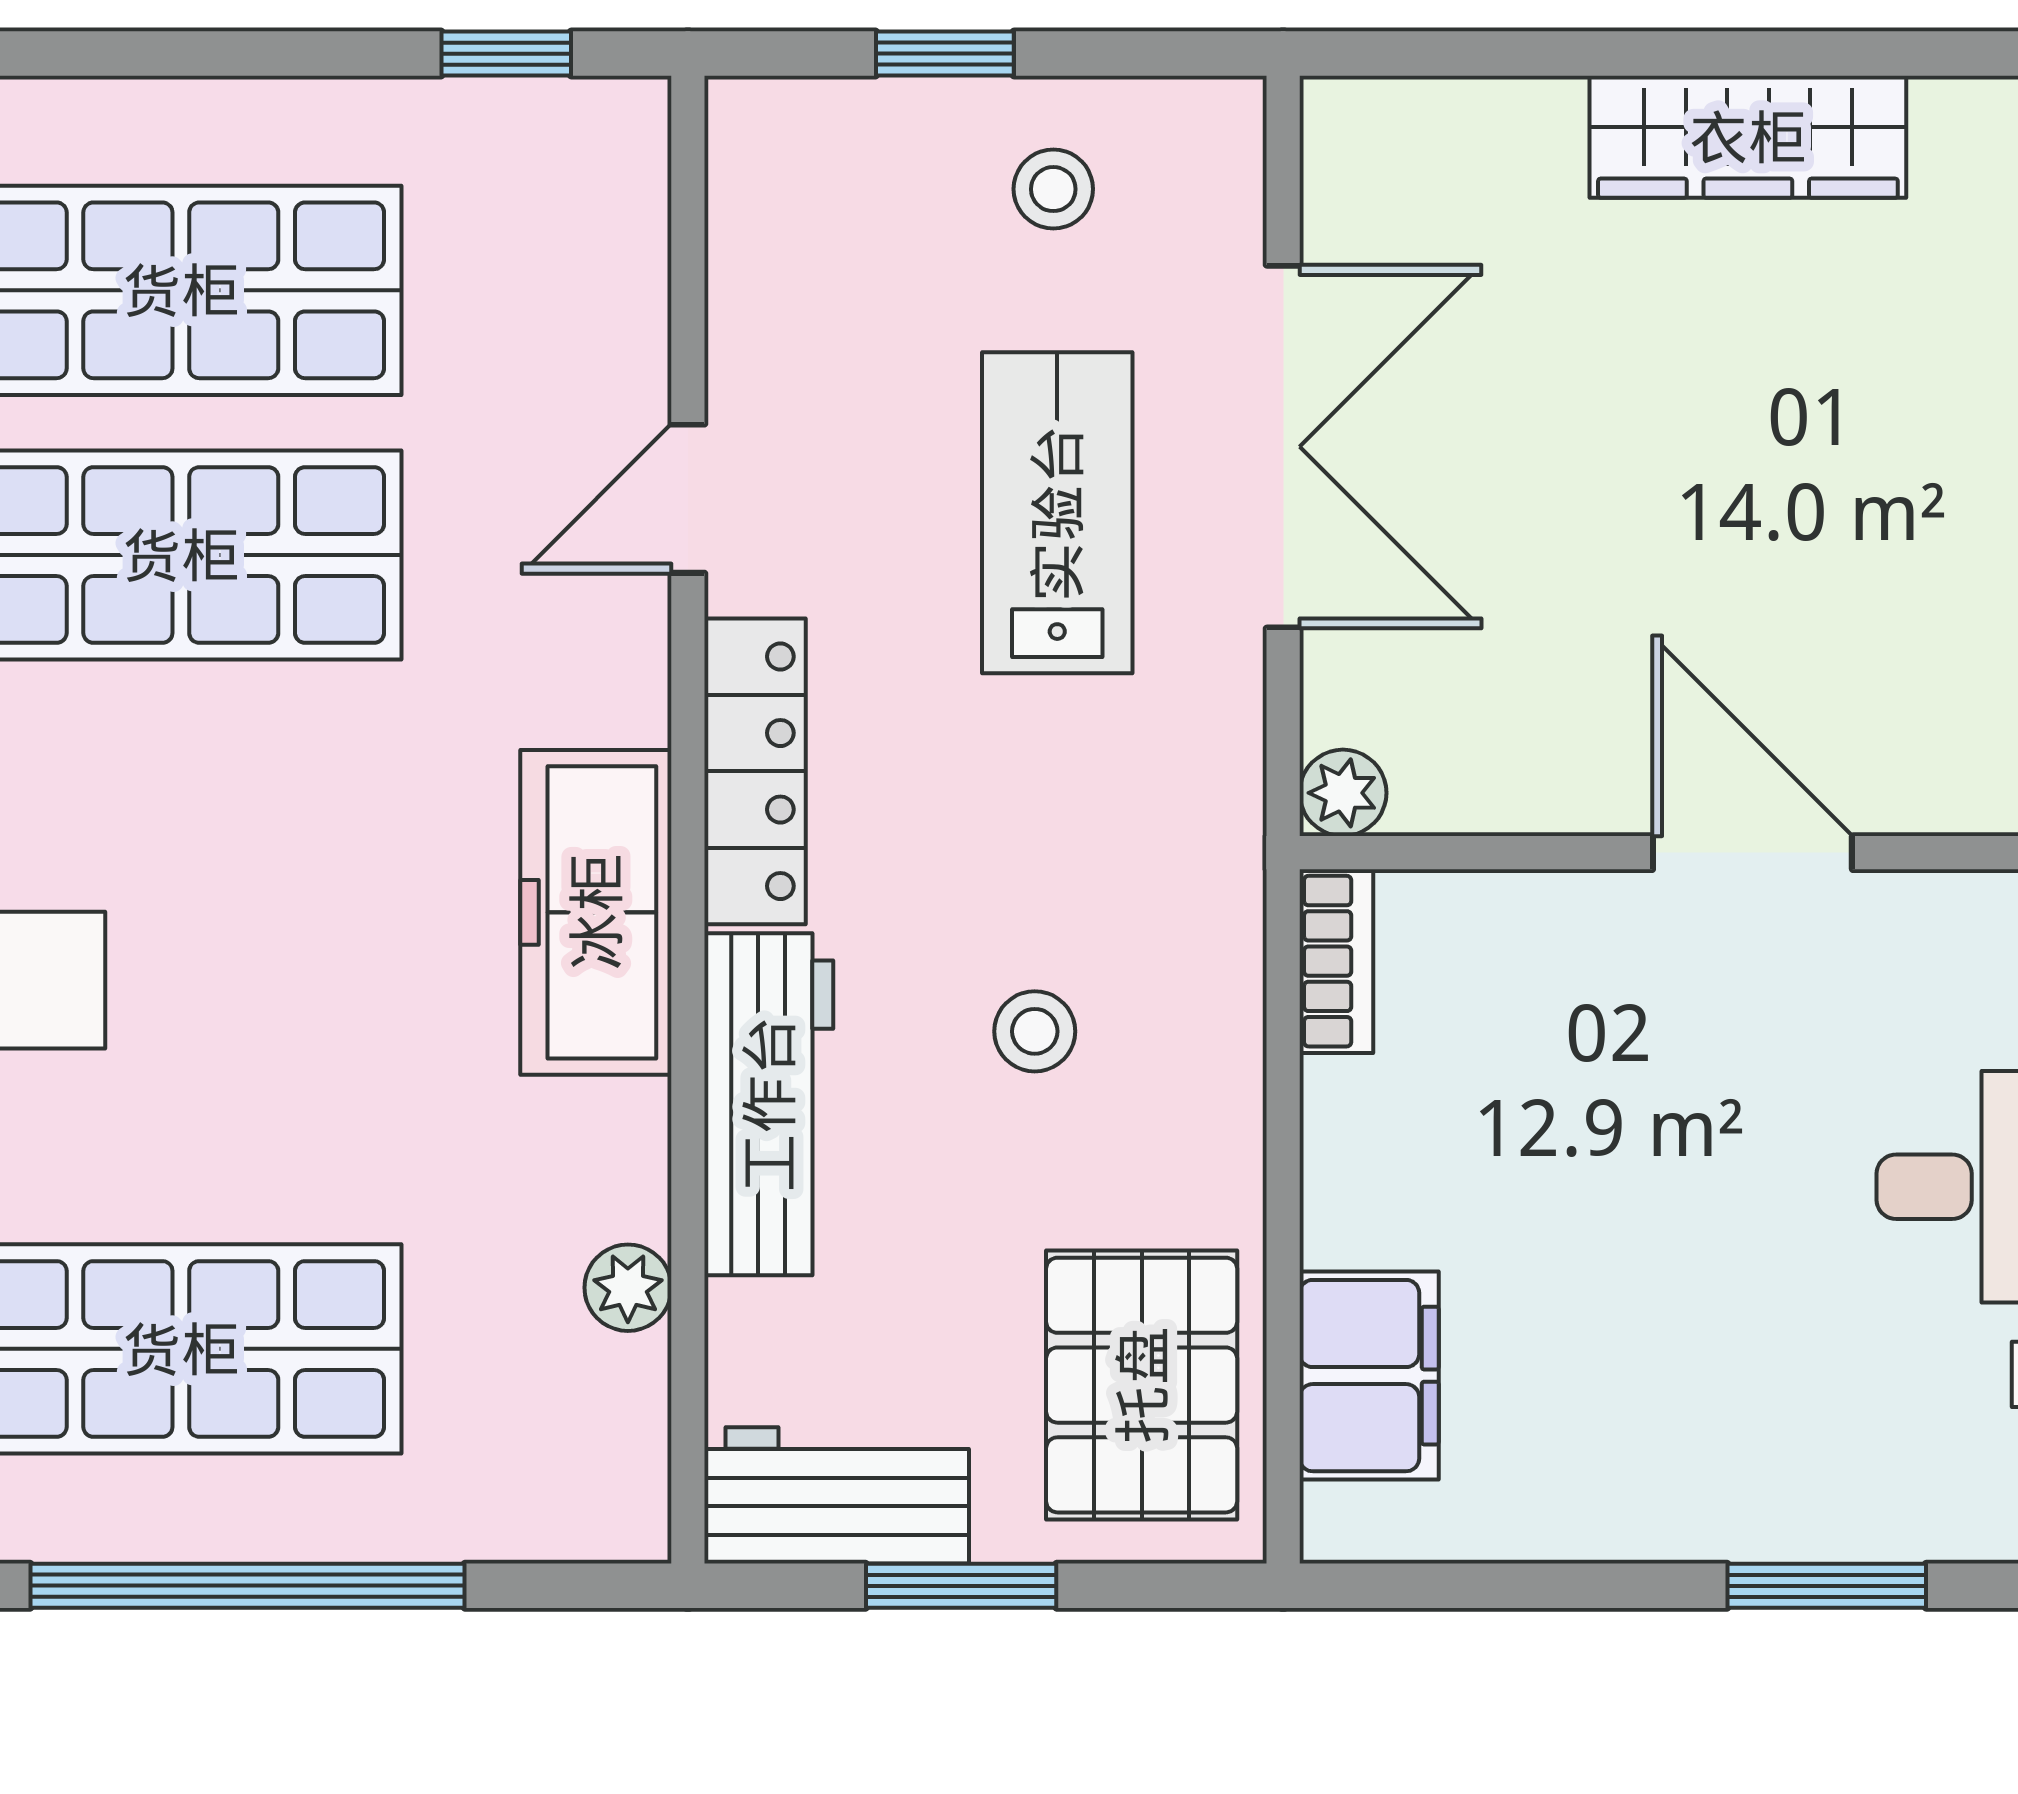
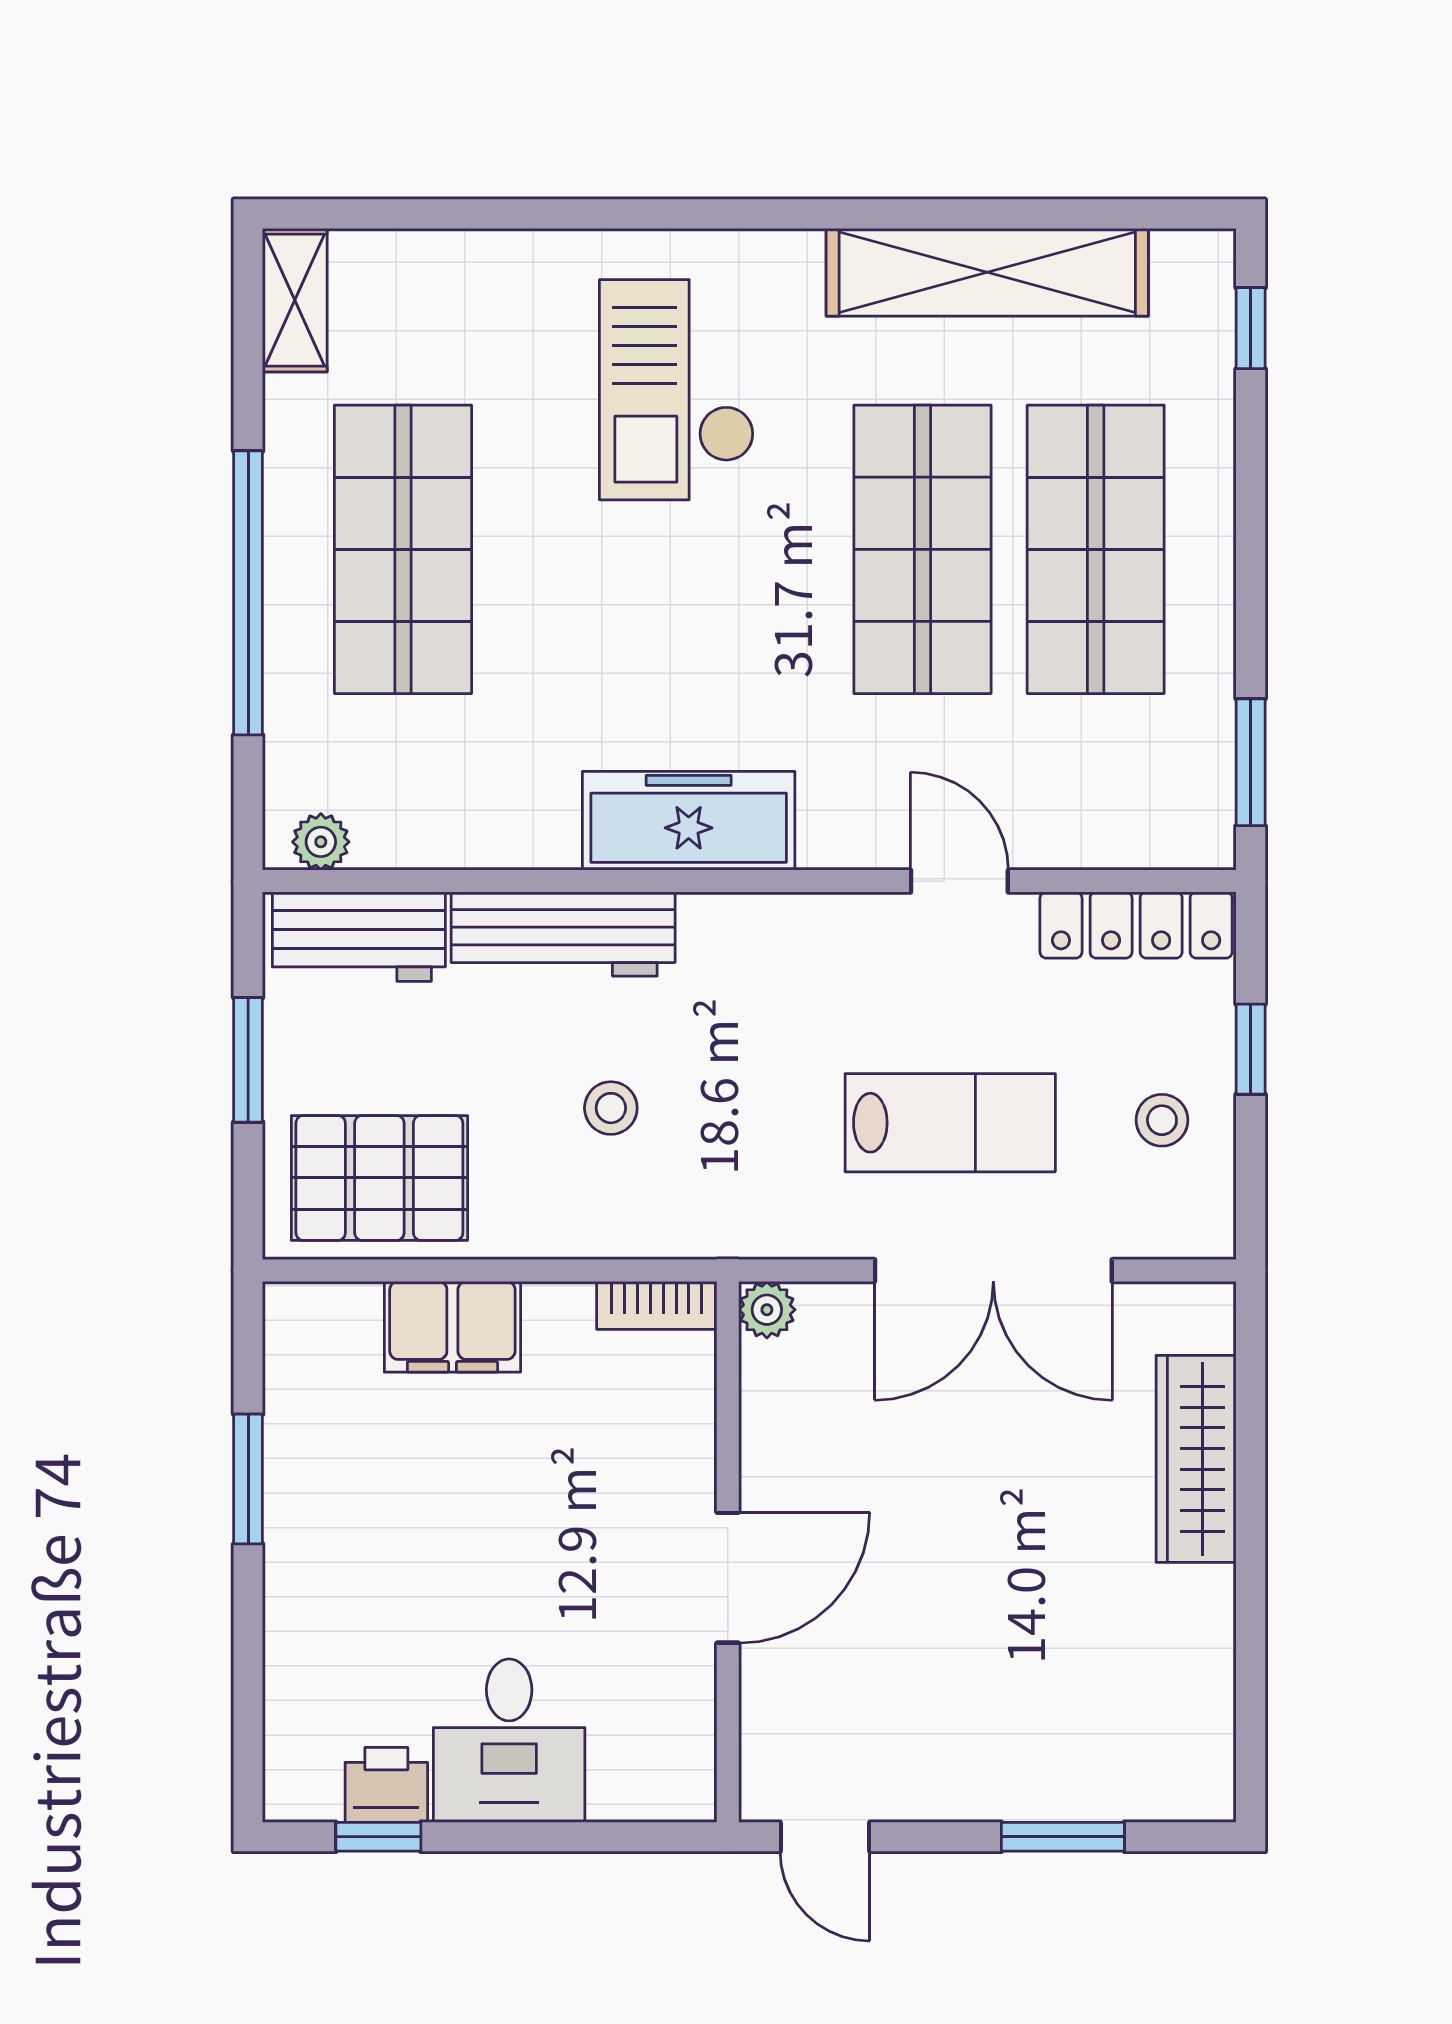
window: (506, 54) -> (1251, 762), width x1.50
wardrobe: (1748, 137) -> (1196, 1459), moved
locker: (755, 771) -> (1136, 925), moved
plant: (628, 1288) -> (321, 842), moved
filing cabinet: (1369, 1376) -> (452, 1327), moved
workbench: (837, 1495) -> (359, 937), moved, turned 90
window: (1827, 1586) -> (248, 1479), moved

